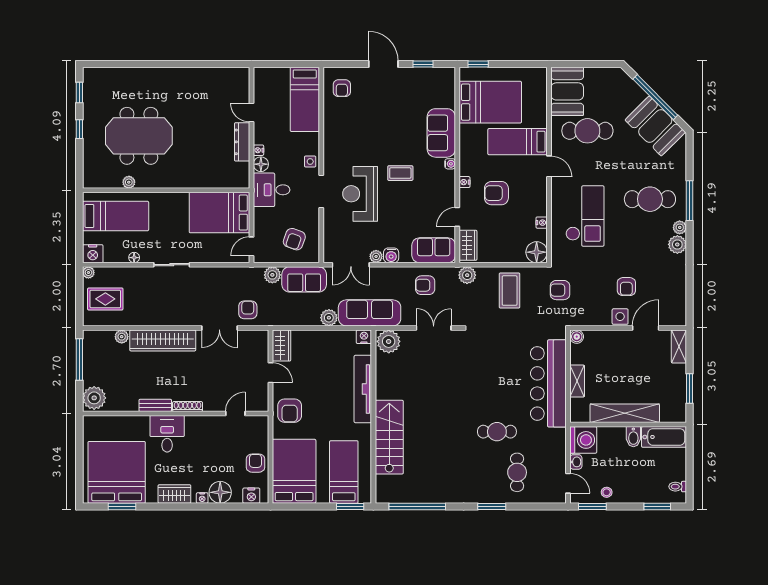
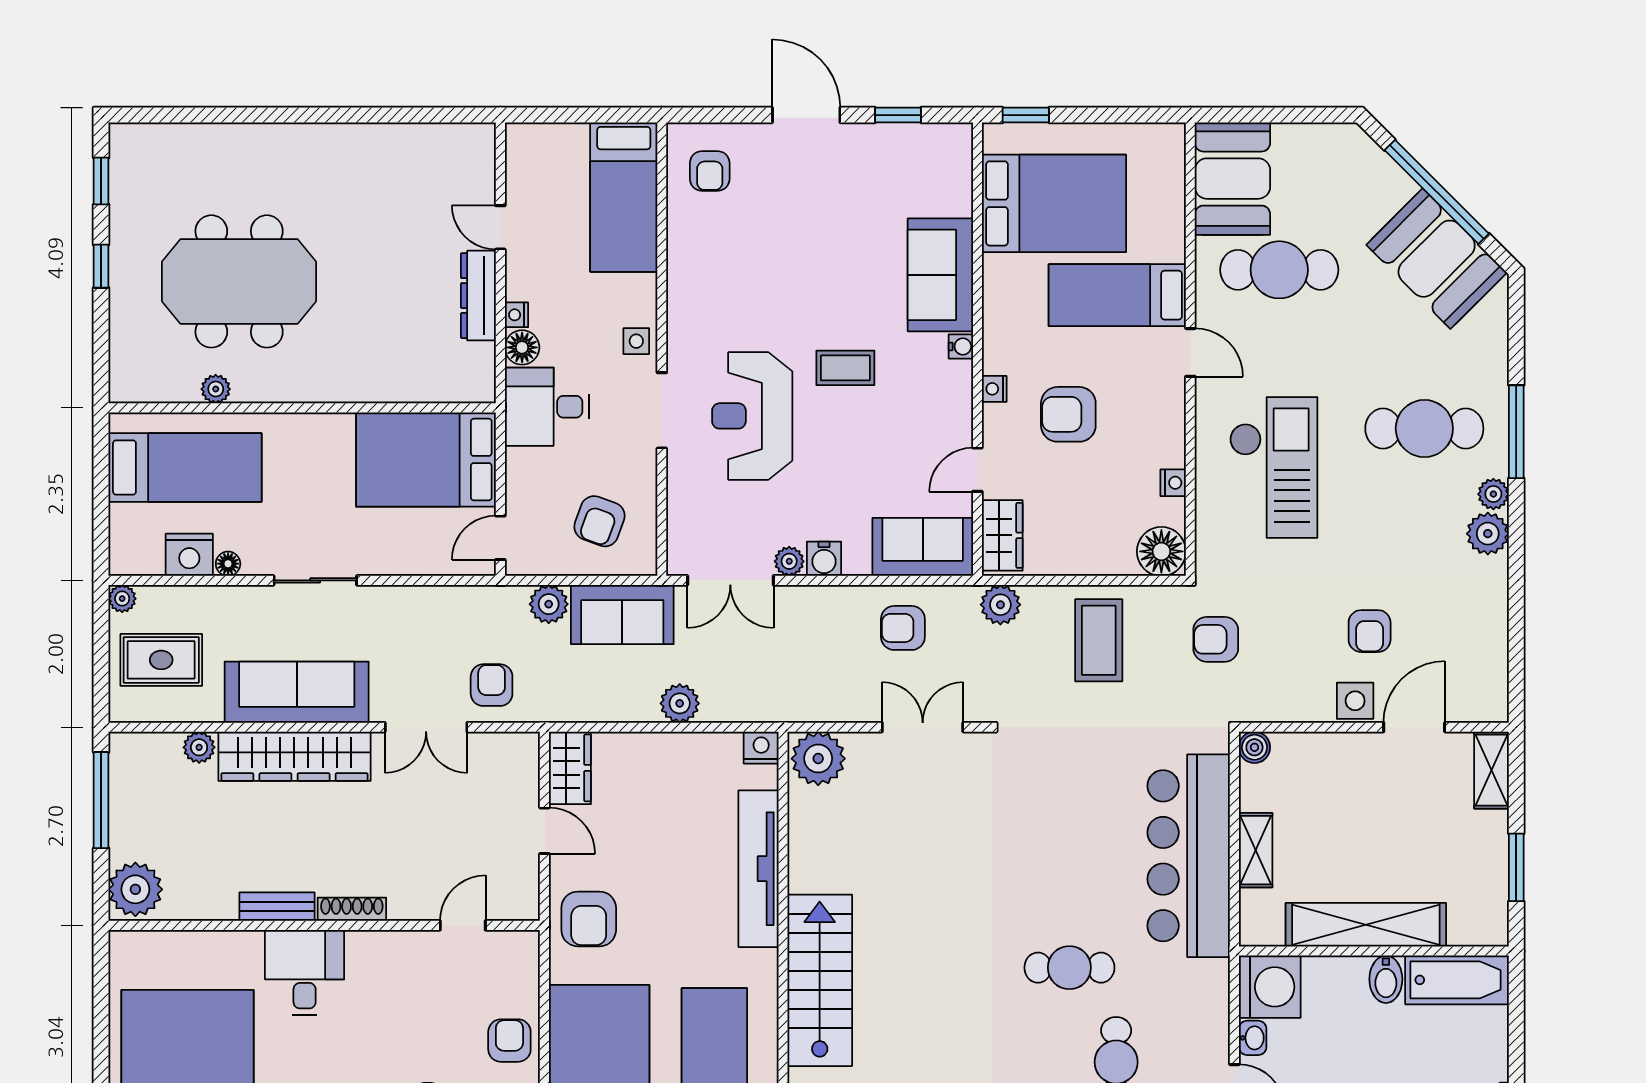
nightstand: (93, 254) -> (189, 555), moved
sofa: (370, 313) -> (297, 692), moved

